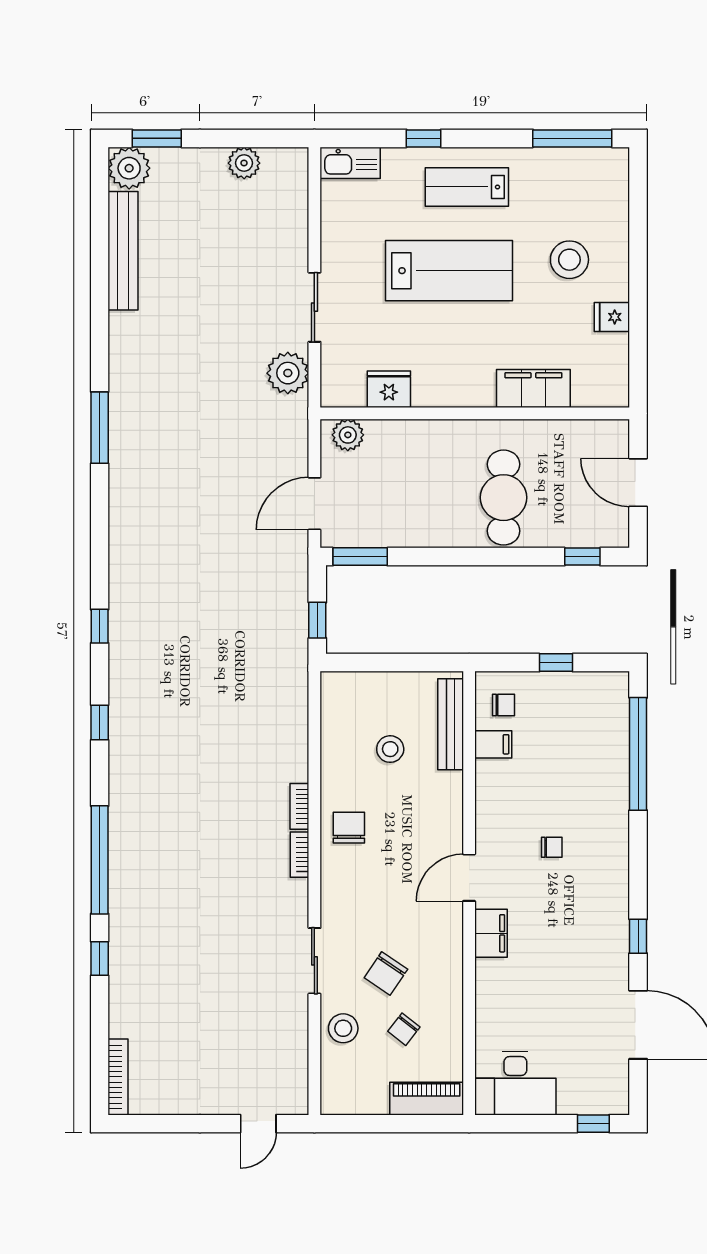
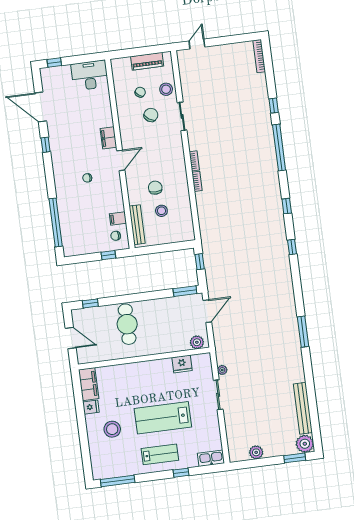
plant: (288, 373) -> (222, 370), width x0.53, depth x0.53
filing cabinet: (533, 389) -> (89, 384), moved, turned -90
window: (556, 663) -> (108, 255), moved
chair: (349, 828) -> (155, 188), moved, turned 180
piano: (427, 1099) -> (147, 61), moved

